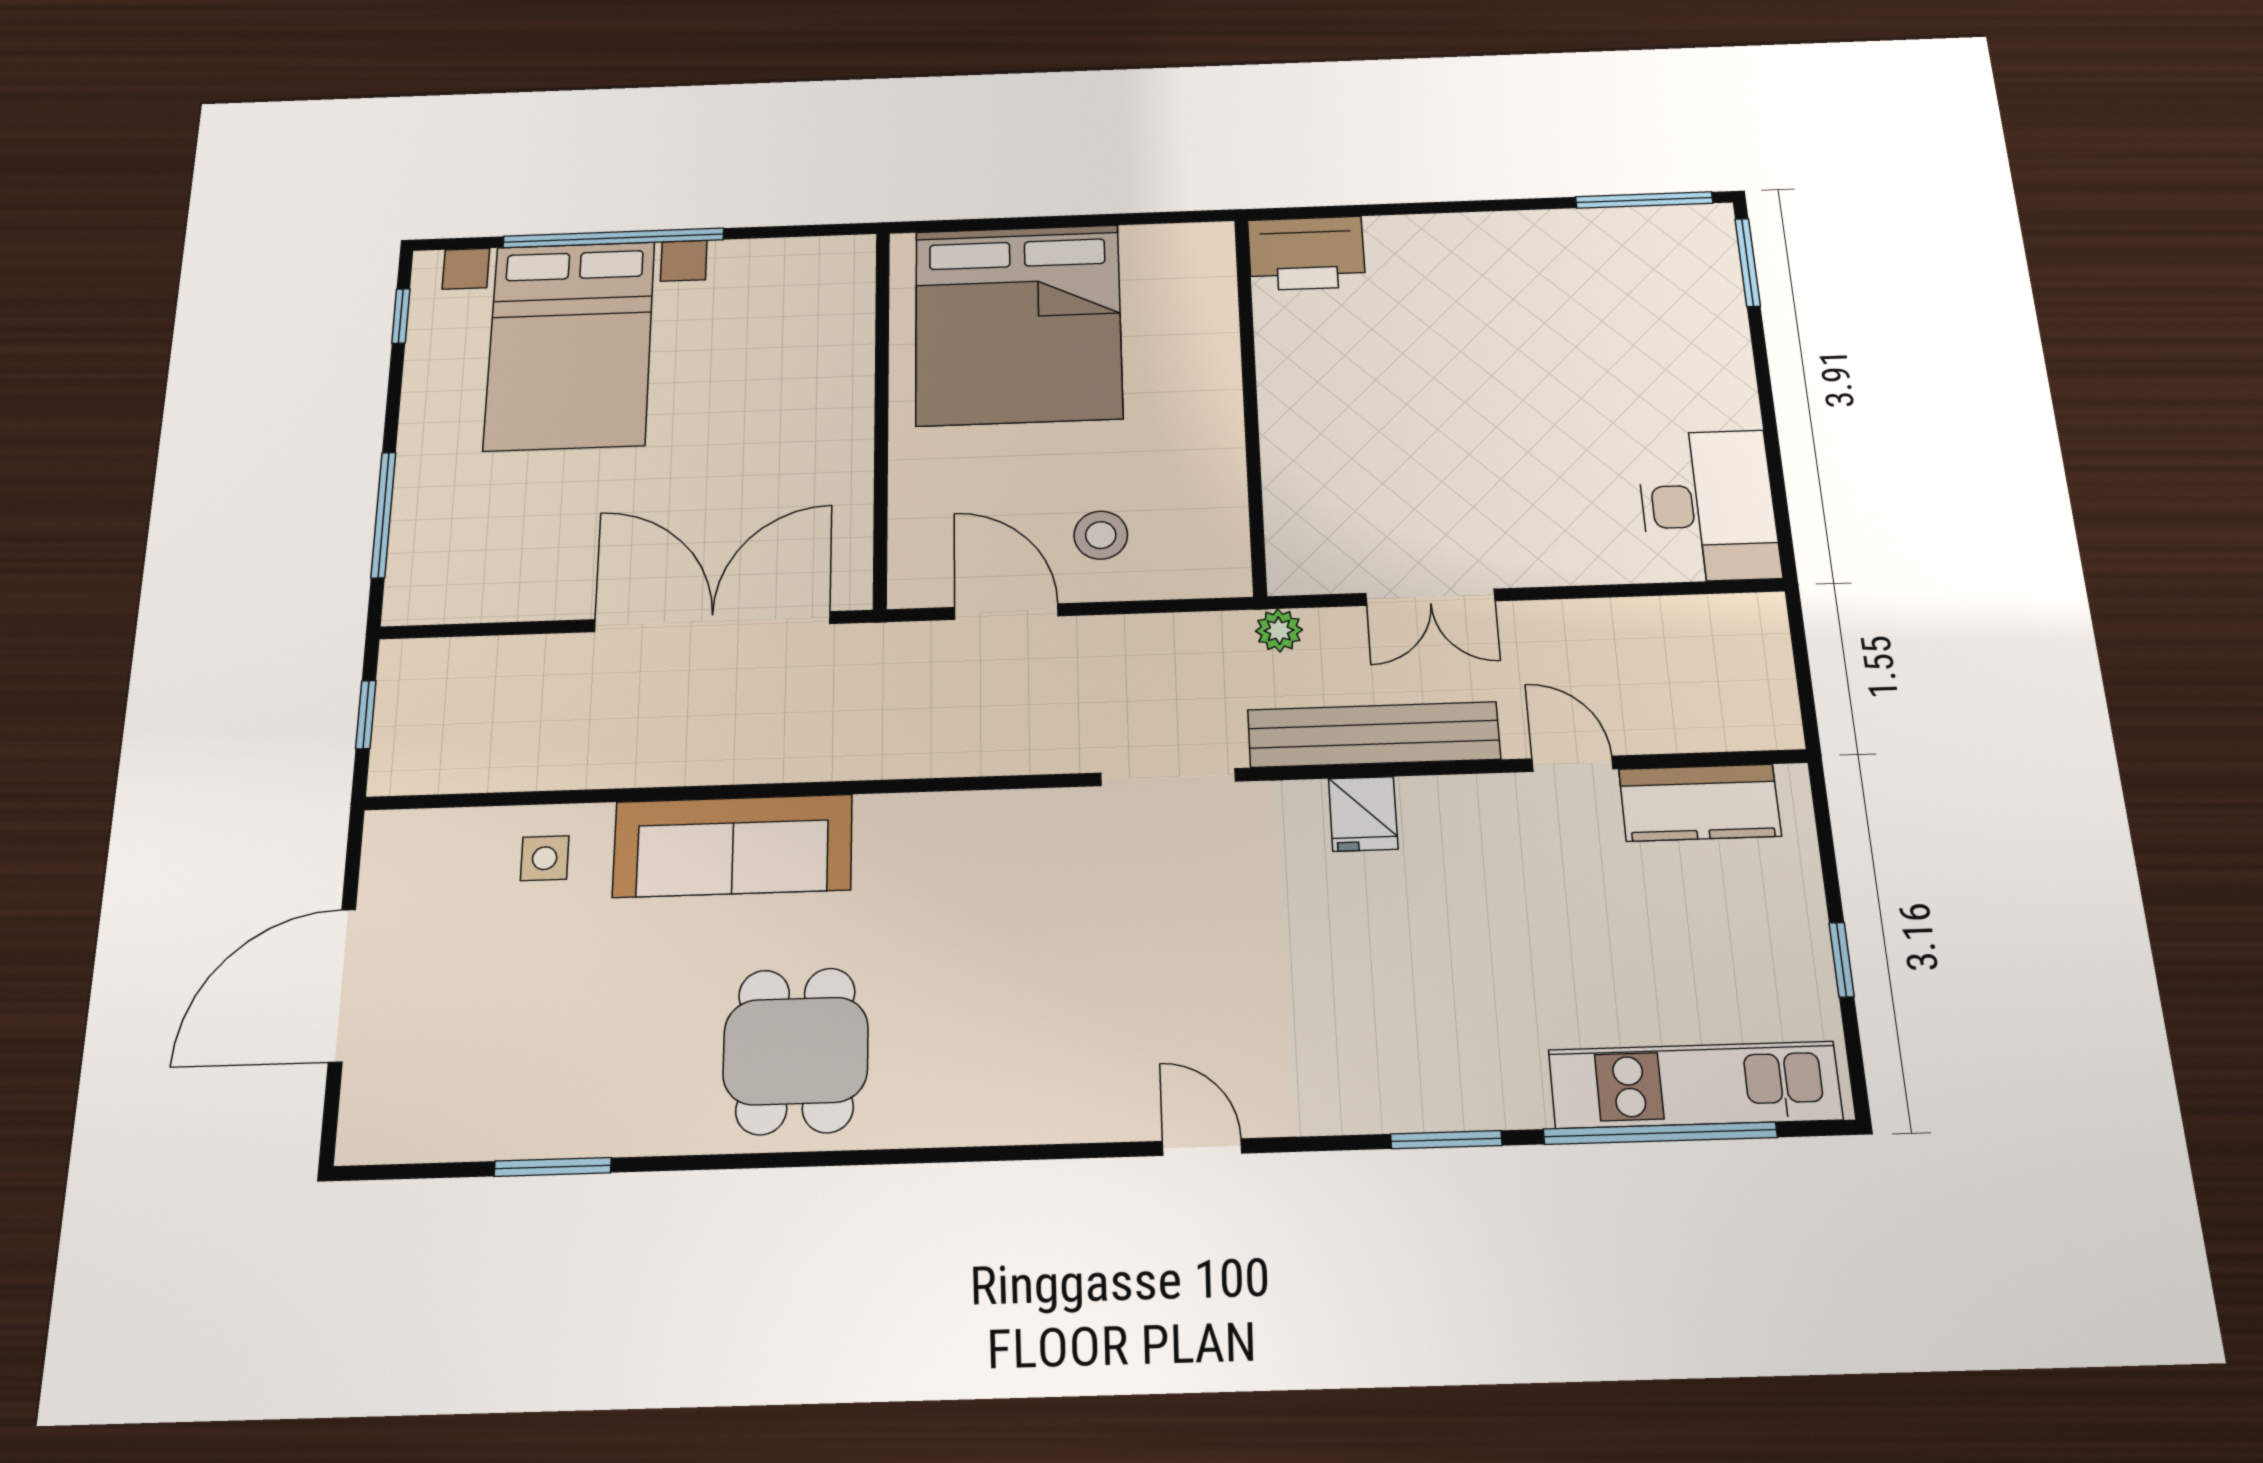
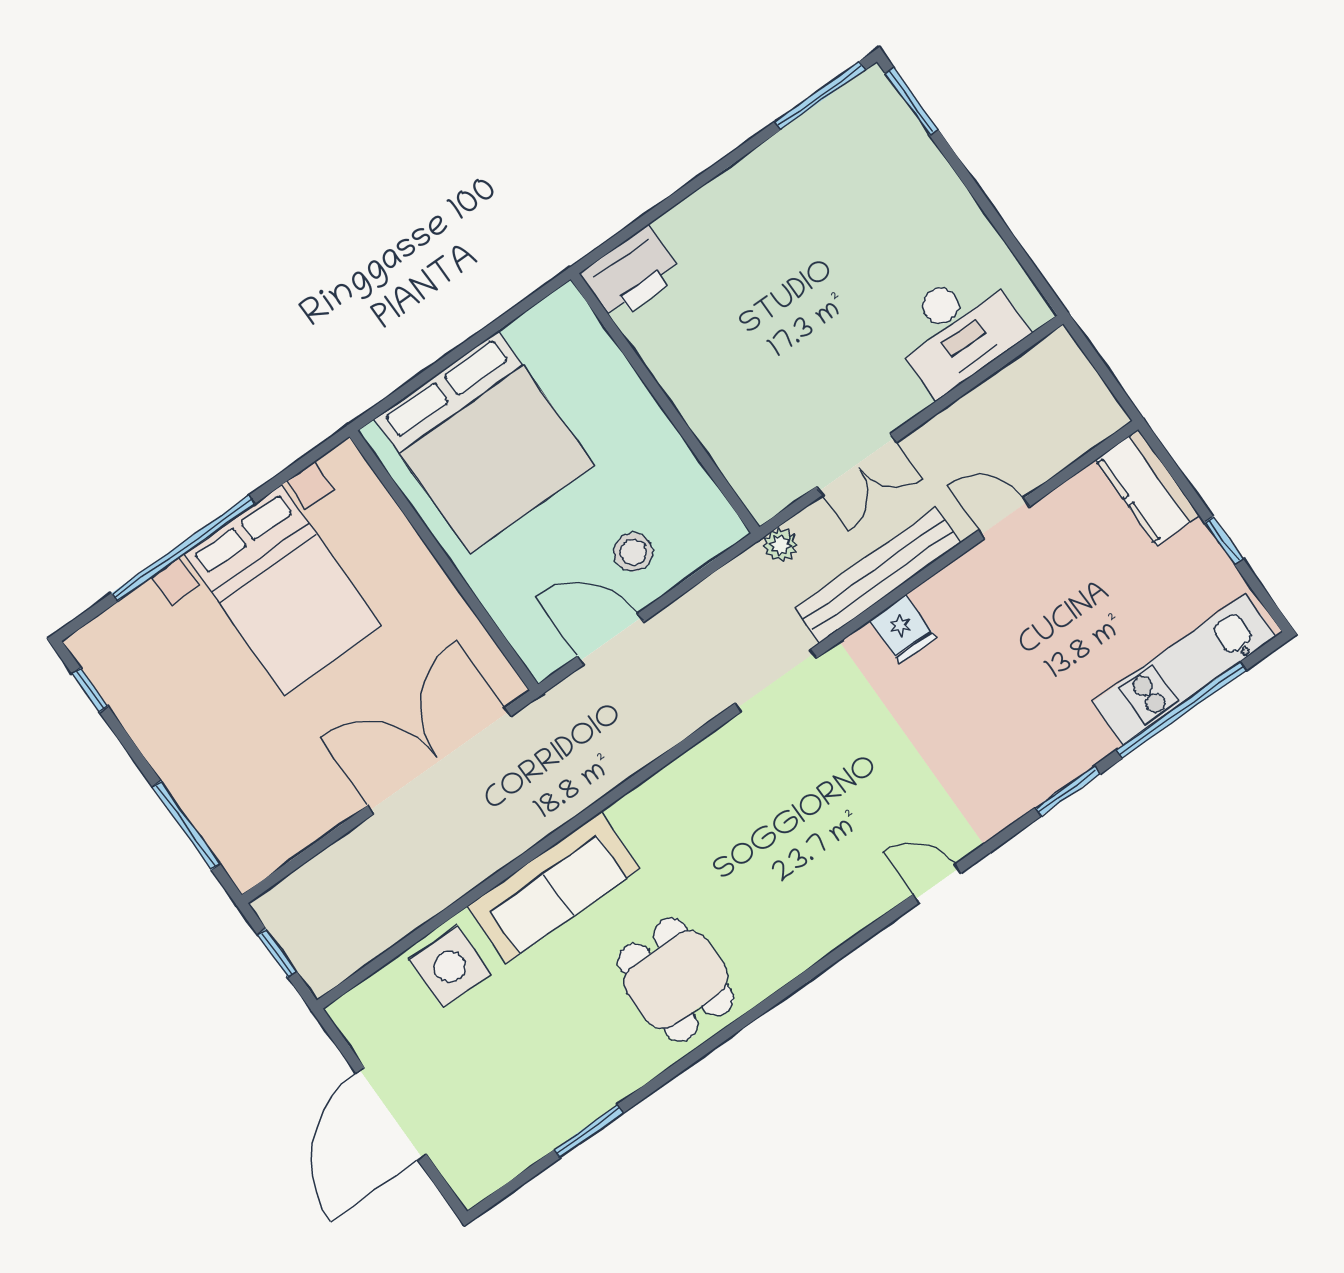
bed with nightstands: (570, 345) -> (283, 590), moved
desk: (1708, 506) -> (957, 329), moved, turned 90
kitchen counter: (1700, 803) -> (1147, 487), moved, turned 90
side table: (545, 858) -> (450, 967), width x1.87, depth x1.87

